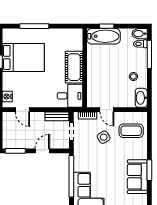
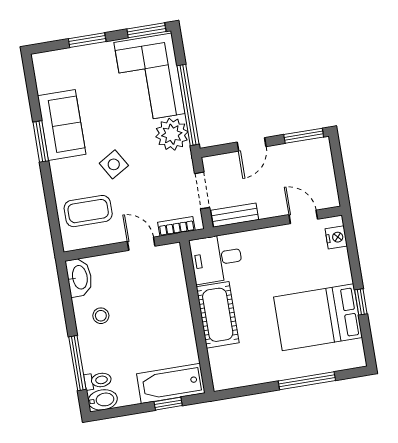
side table: (104, 137) -> (114, 164), moved
plant: (82, 163) -> (172, 134), added

